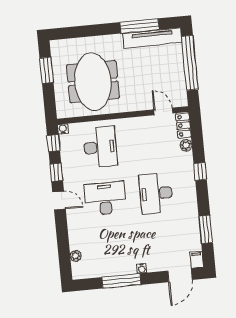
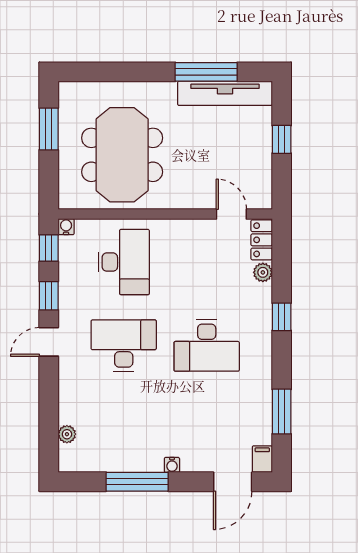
window: (190, 63) -> (282, 139), width x0.32
desk: (156, 193) -> (207, 346), turned -90
door: (59, 201) -> (49, 342), swing flipped

